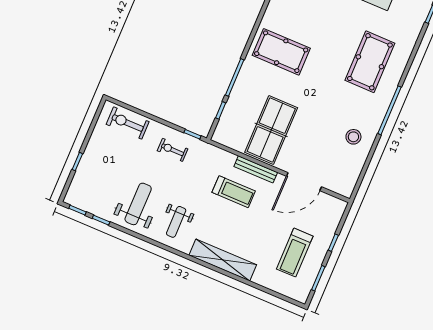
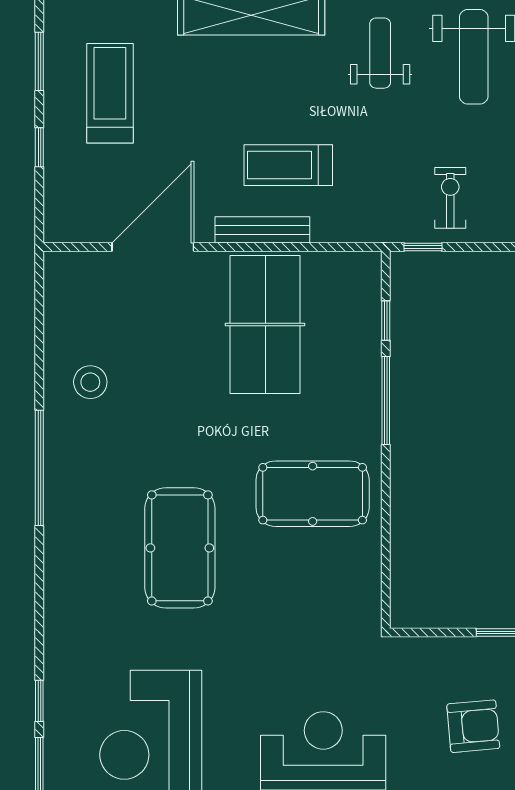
pool table: (370, 62) -> (180, 548), moved
exercise bike: (173, 150) -> (450, 198), turned -90

